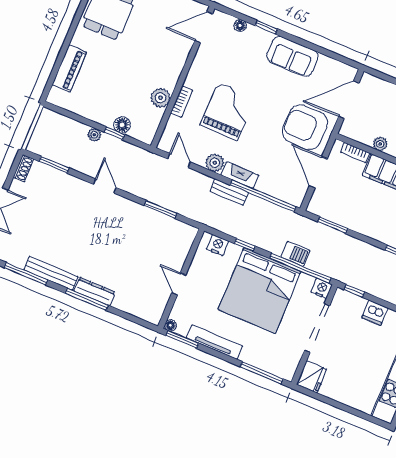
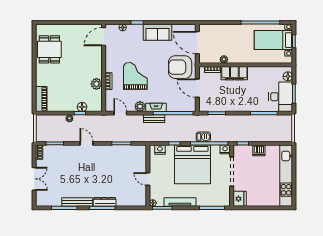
piano: (69, 69) -> (41, 99), moved
door: (349, 100) -> (197, 43), hinge flipped

